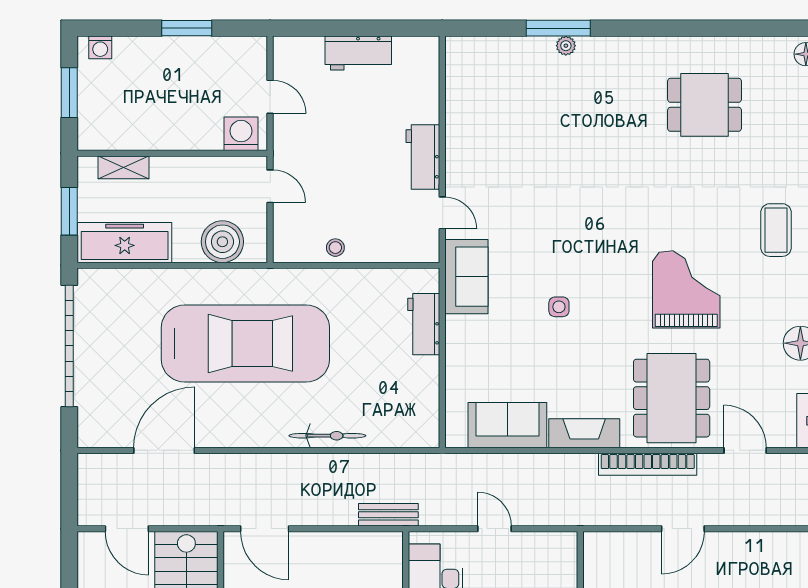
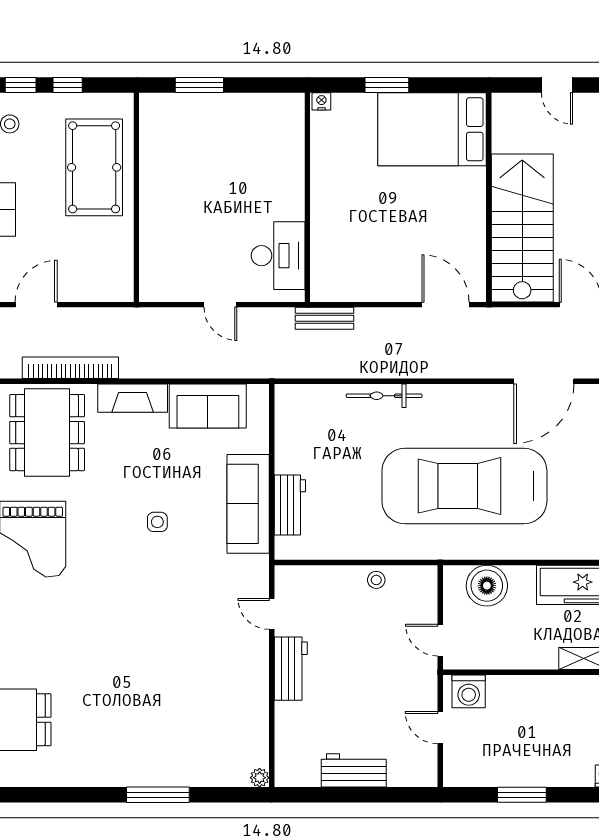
plant: (566, 46) -> (260, 778), moved
sofa: (466, 277) -> (248, 504), moved, width x1.36

